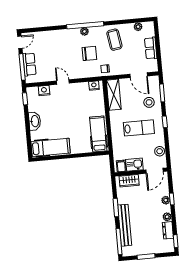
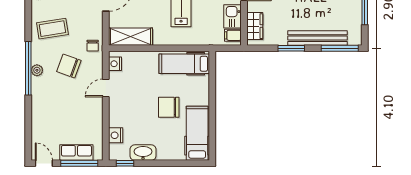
chair: (89, 53) -> (69, 66), turned -70
door: (63, 82) -> (106, 88), moved
washbasin: (35, 121) -> (143, 153), moved
chair: (67, 126) -> (169, 107), added

